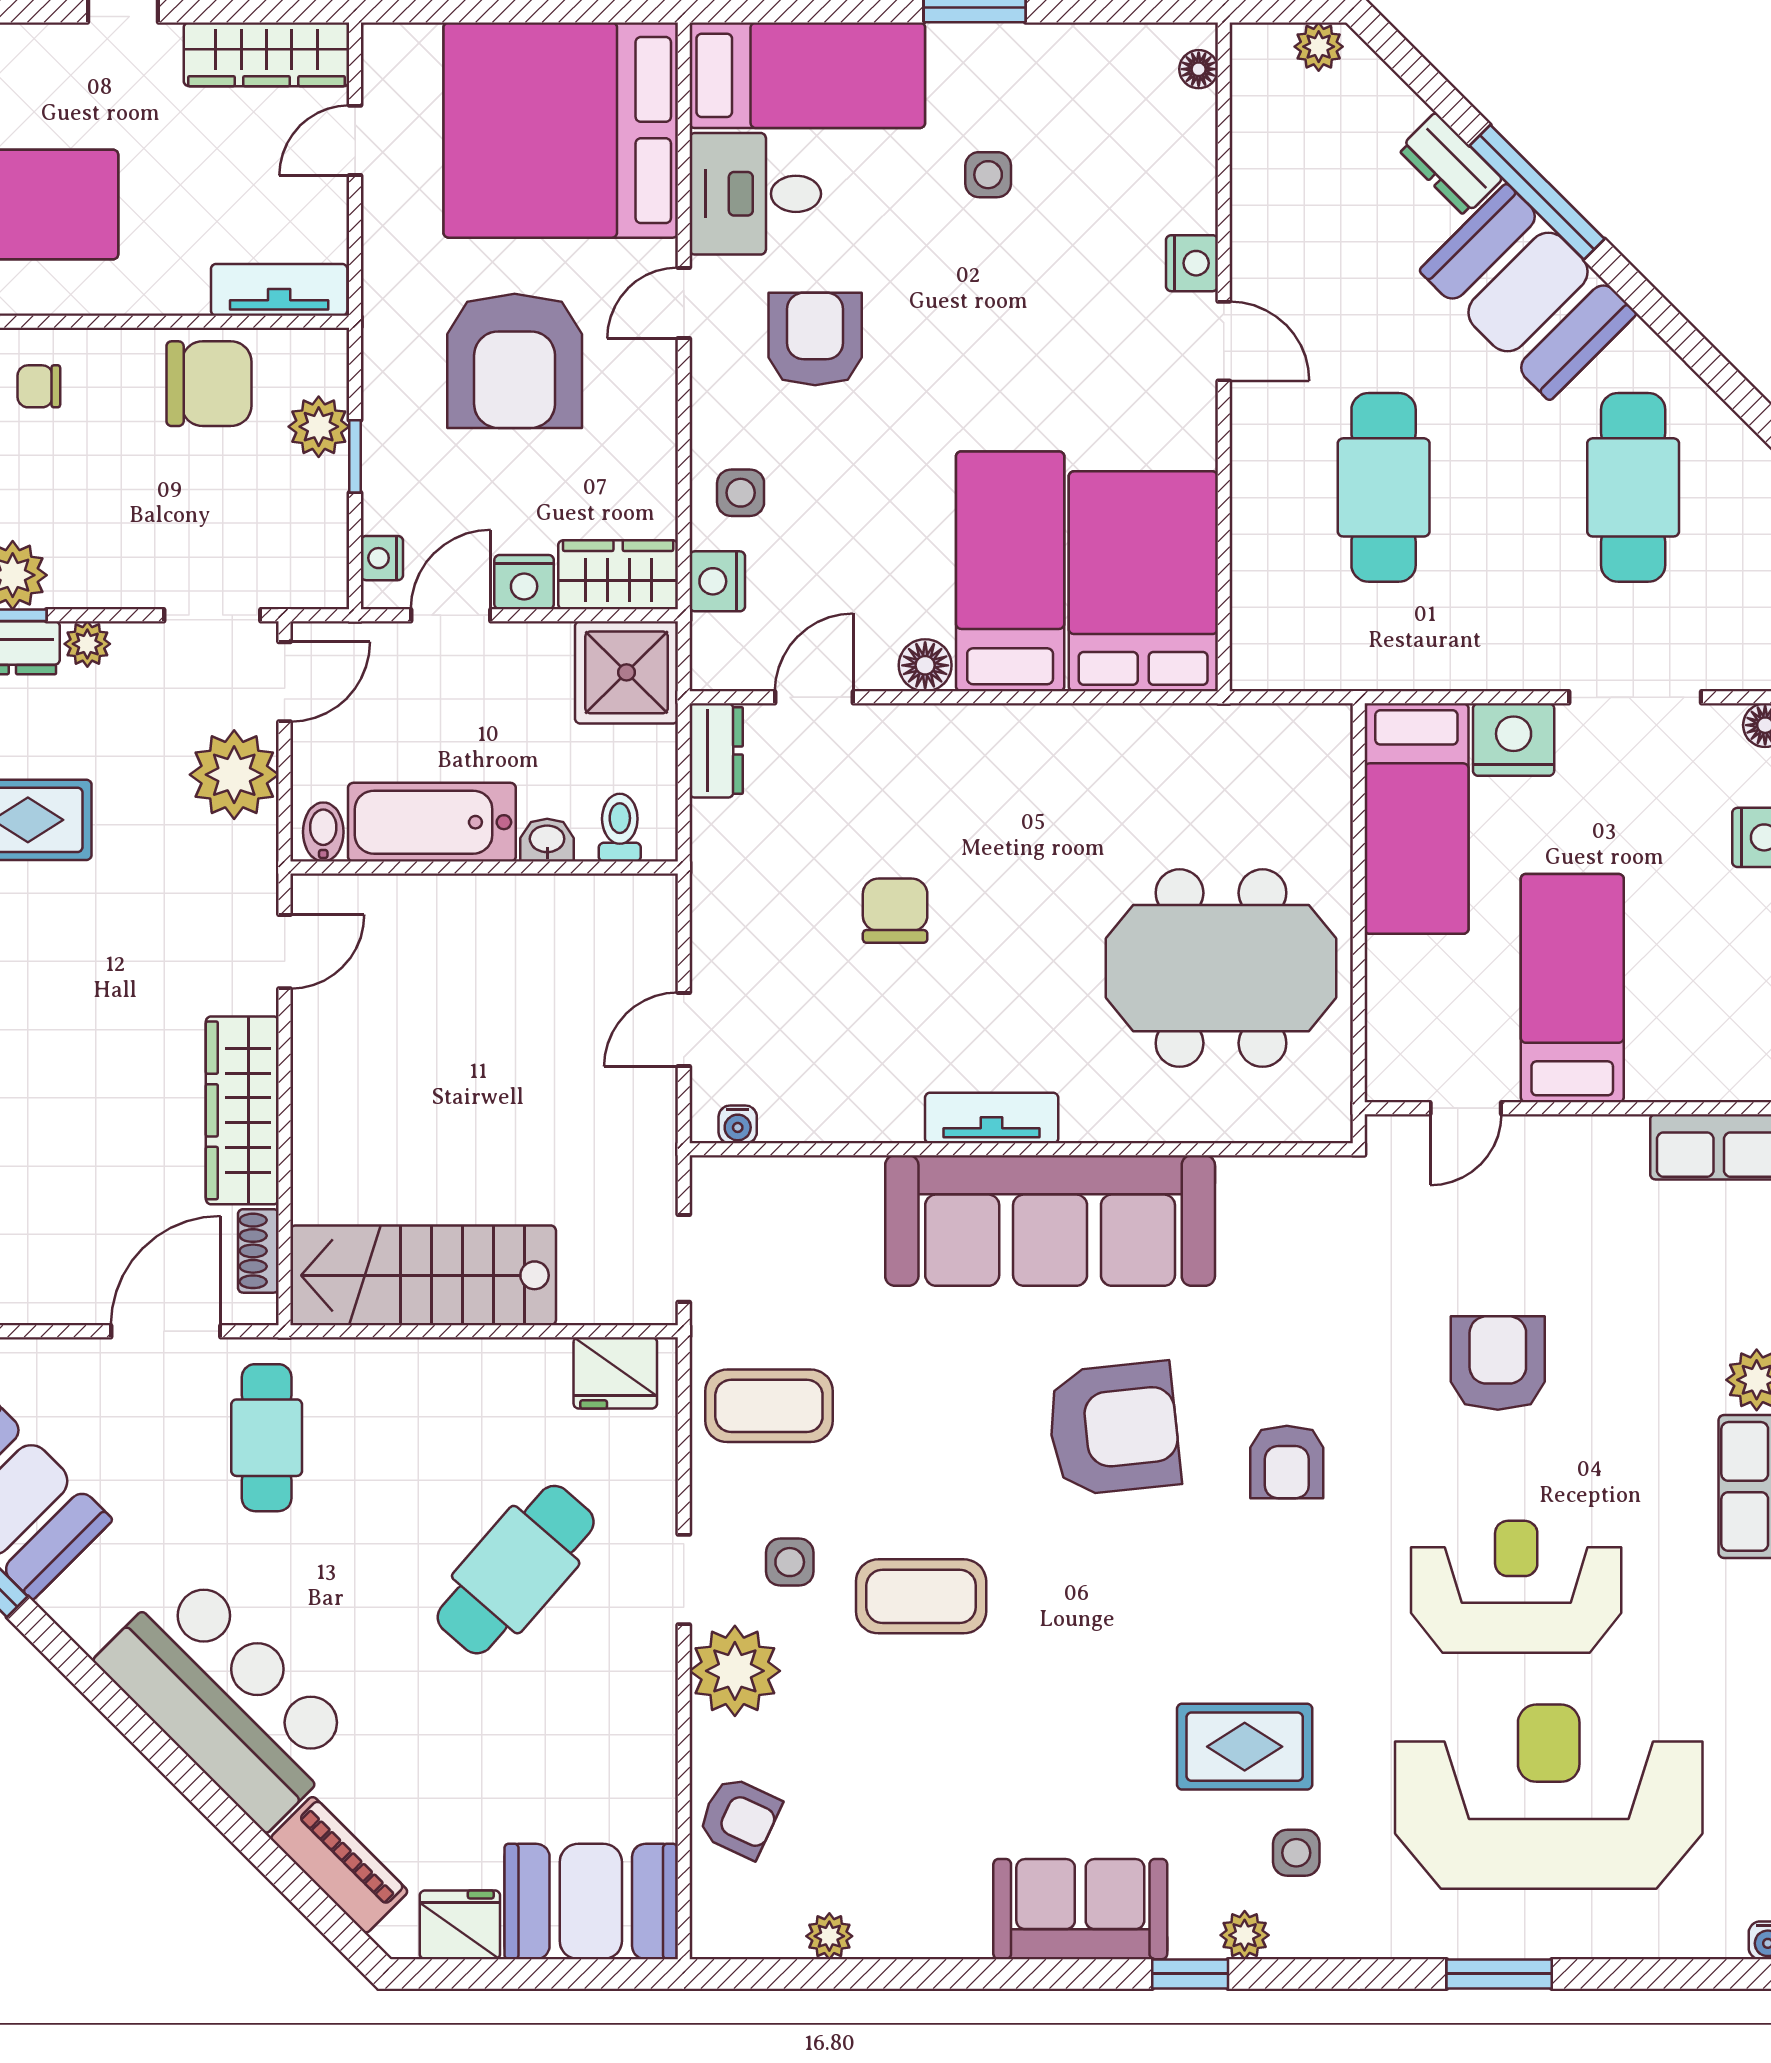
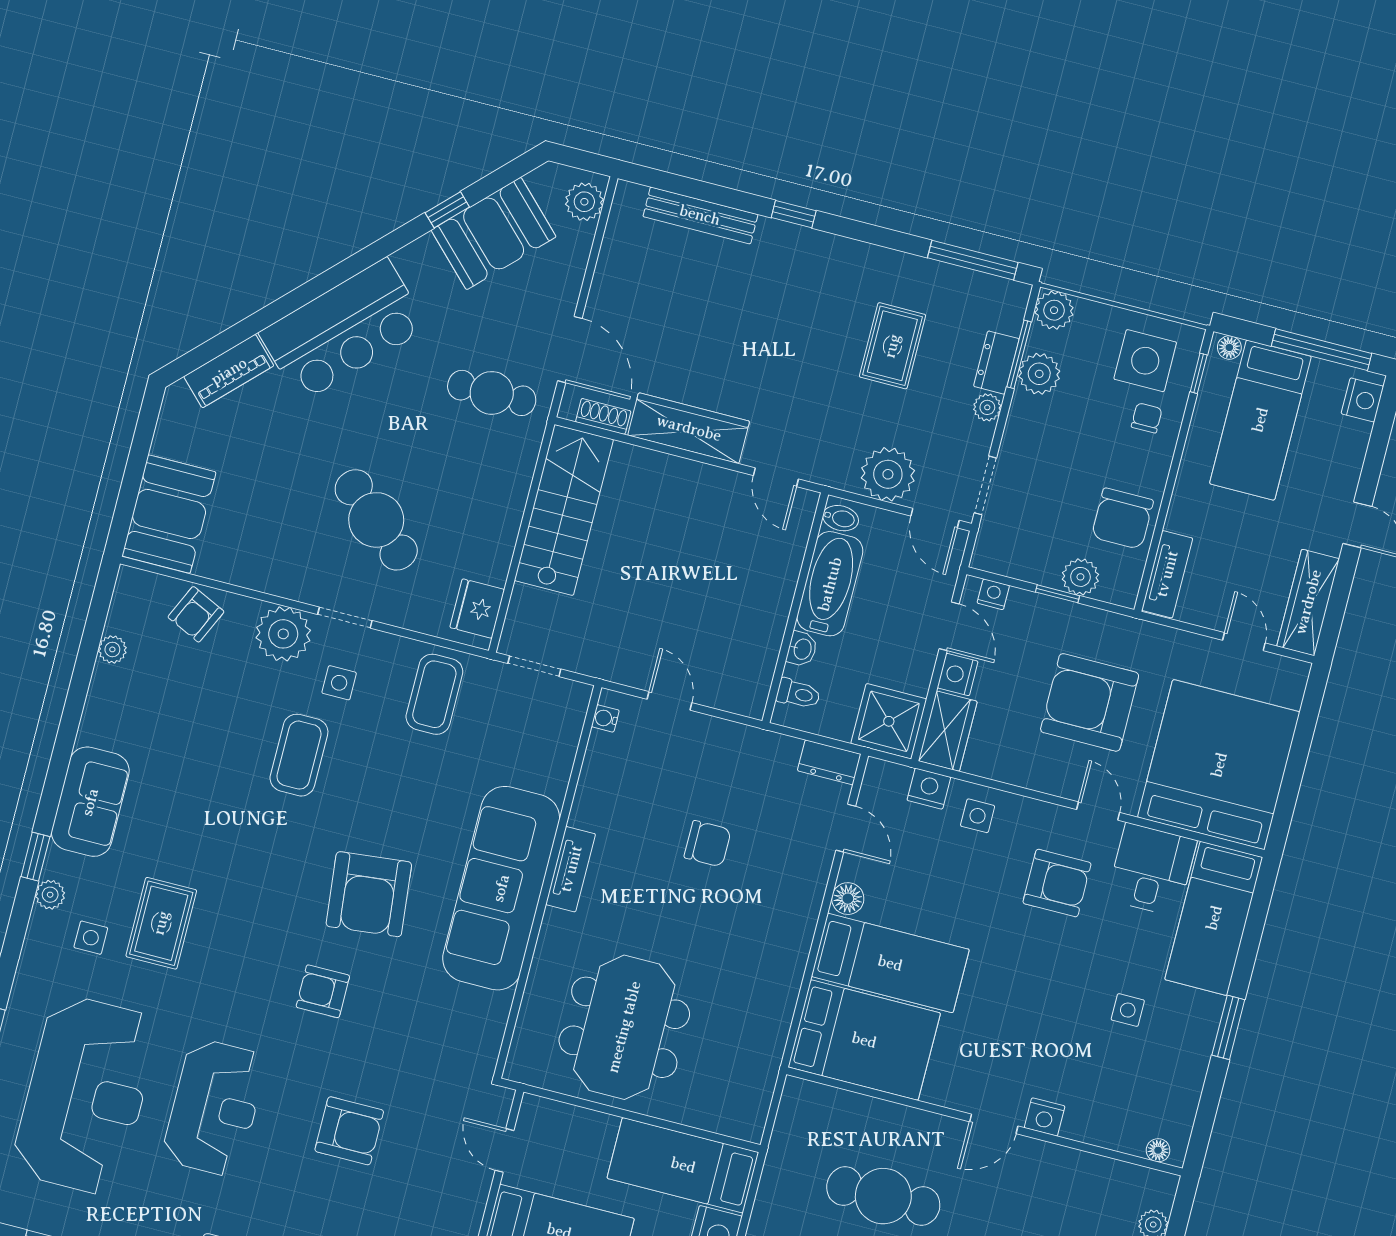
fridge: (460, 1925) -> (175, 433), removed

